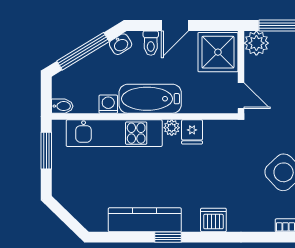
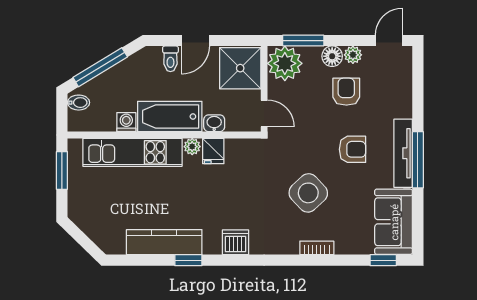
plant: (256, 43) -> (285, 63), width x1.36, depth x1.36
washbasin: (121, 44) -> (214, 123), moved, turned -149
bidet: (62, 106) -> (79, 103), moved

